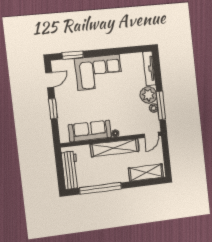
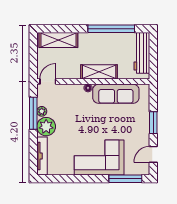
window: (73, 55) -> (125, 179), width x1.44
shelving: (115, 148) -> (99, 72), width x0.68

